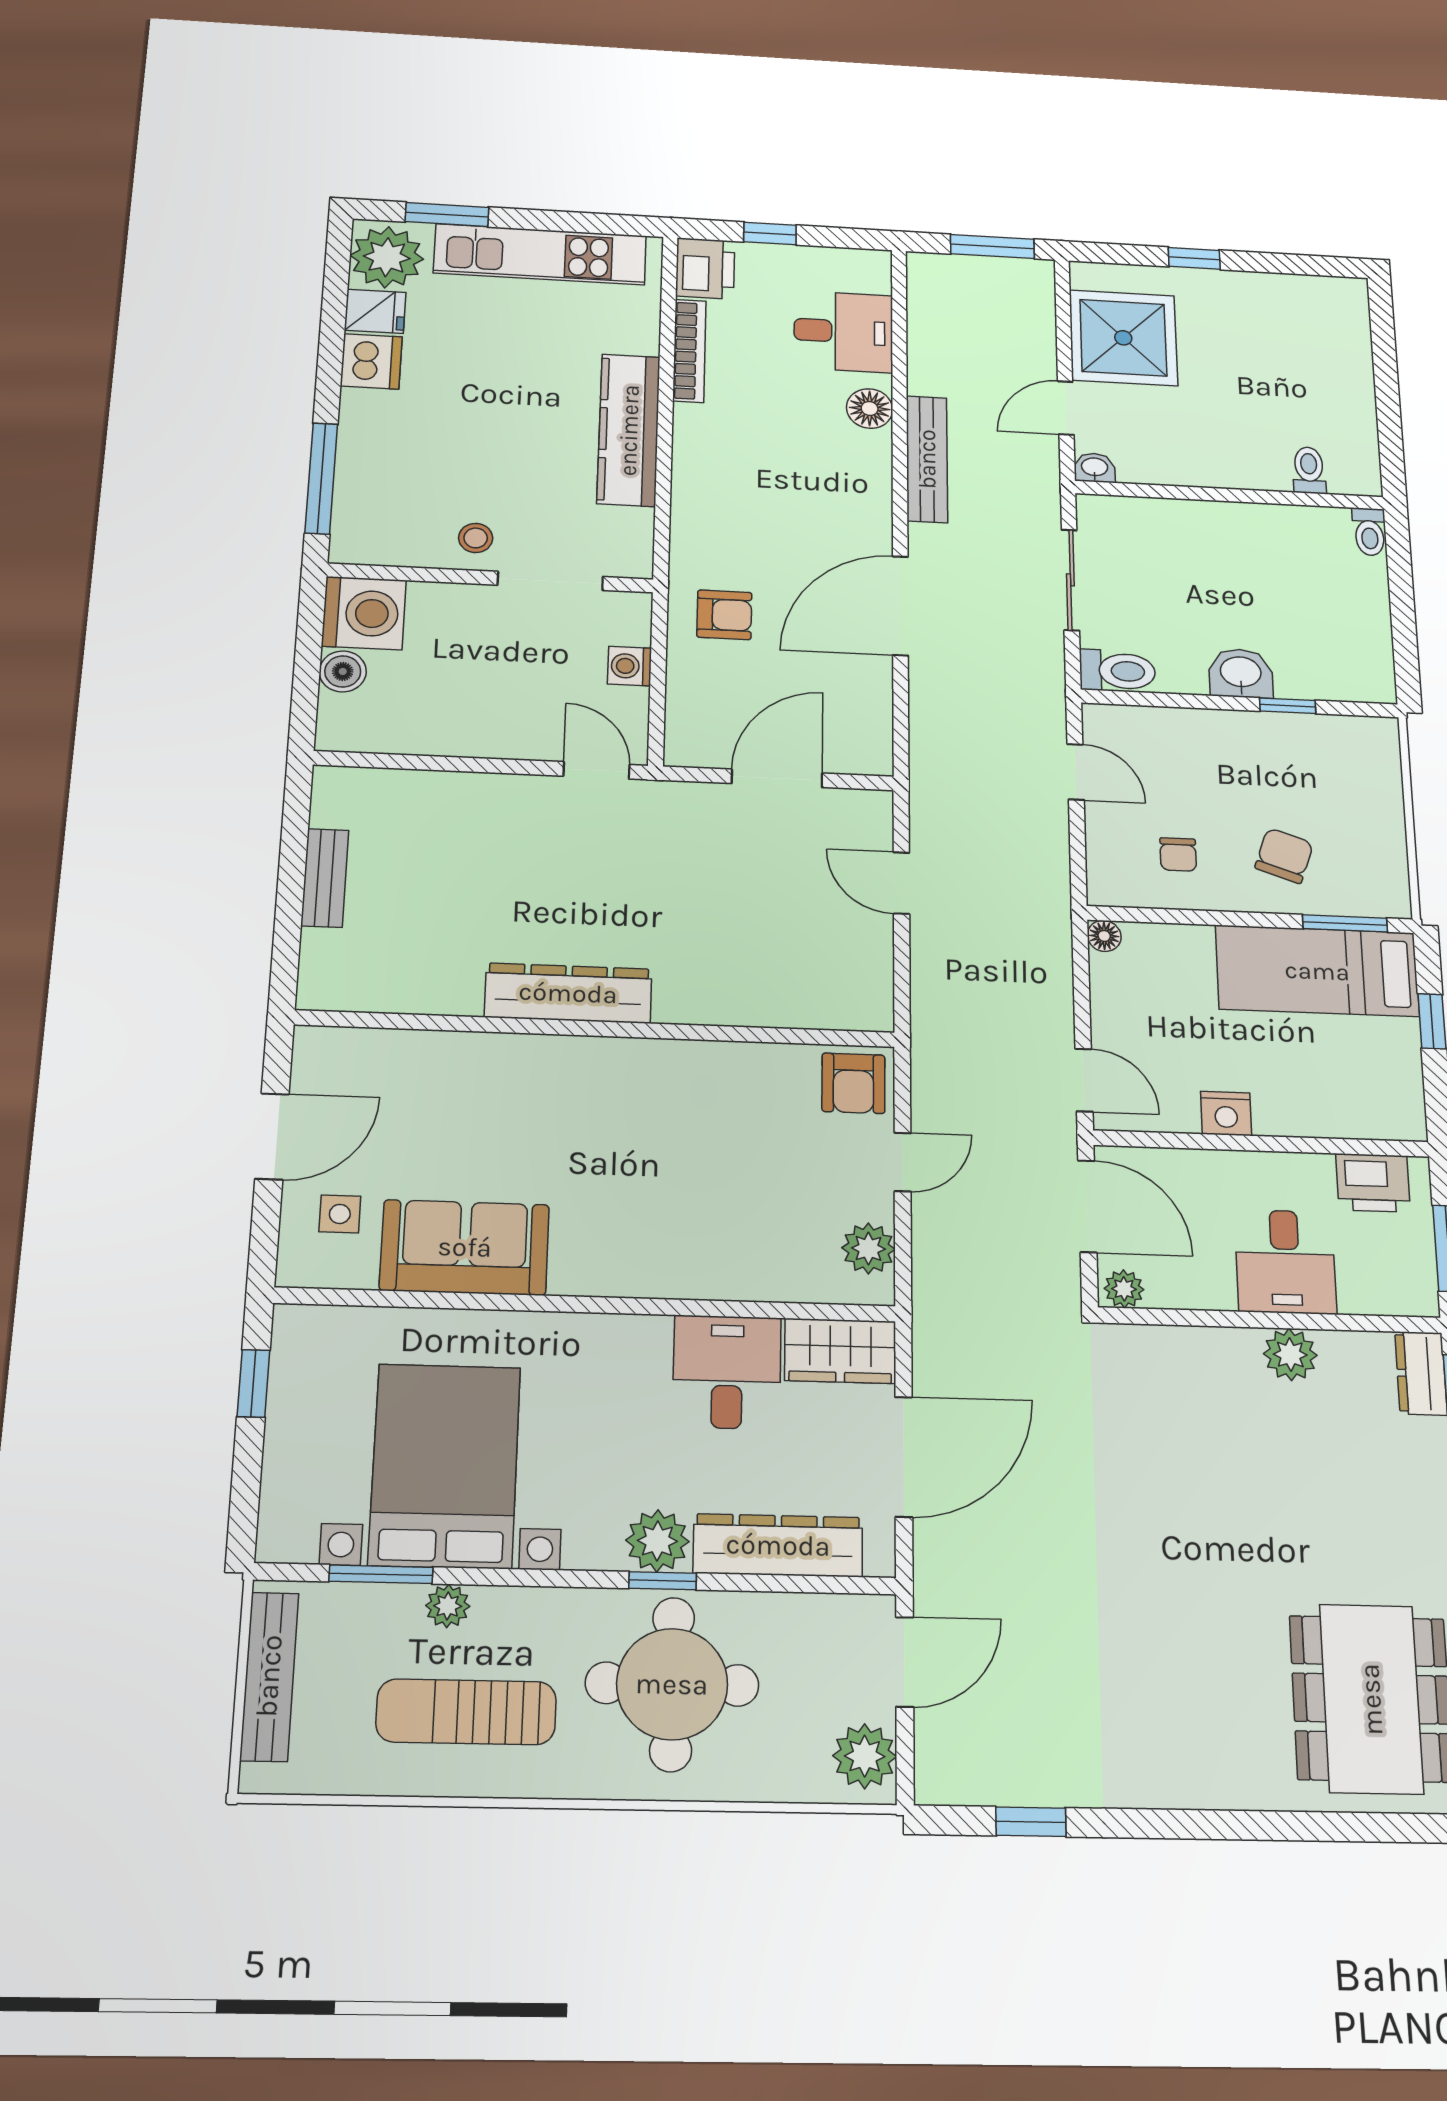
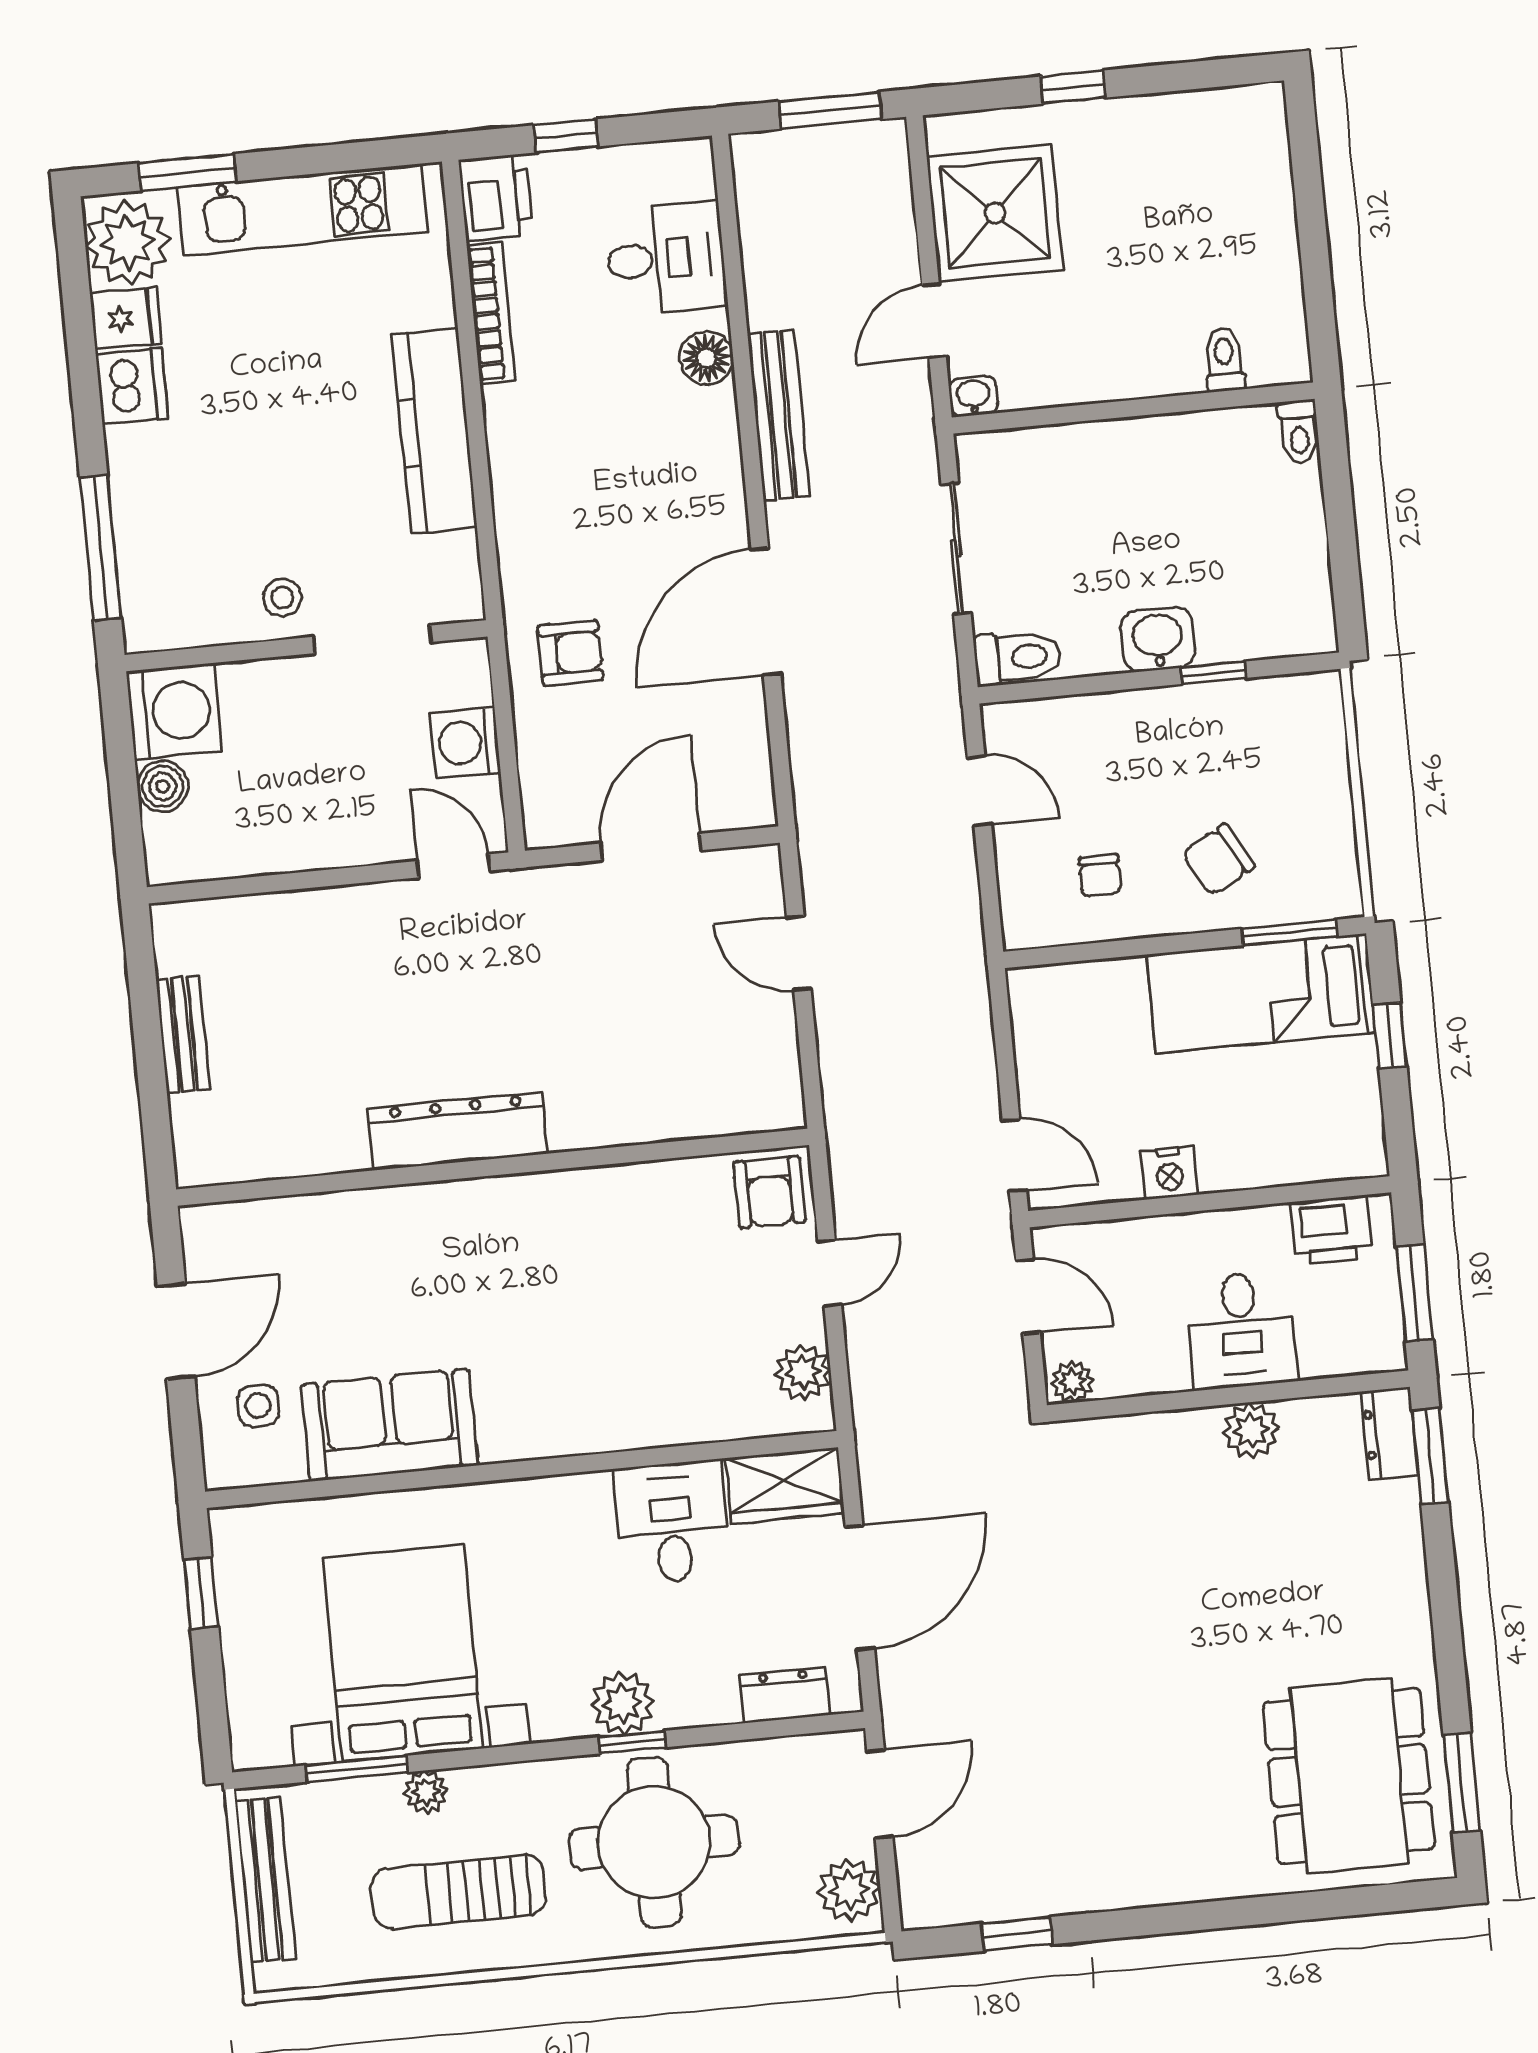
washing machine: (629, 666) -> (465, 743), width x1.38, depth x1.38
chair: (1284, 856) -> (1218, 860), turned -138
floor lamp: (1104, 936) -> (1025, 985), removed
door: (1087, 1206) -> (1028, 1296), width x0.73
dresser: (778, 1545) -> (784, 1695), width x0.51, depth x0.80

